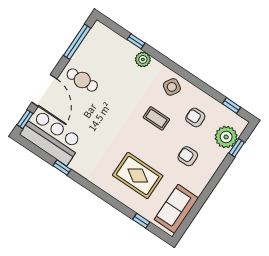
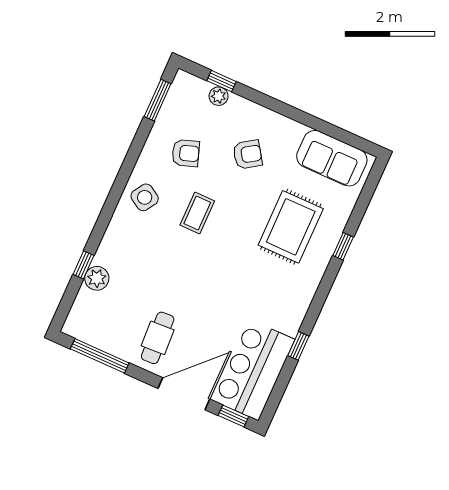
plant: (143, 59) -> (97, 278), moved
window: (232, 106) -> (158, 100), width x1.50
armchair: (195, 117) -> (186, 153), turned -109
plant: (226, 137) -> (219, 96), width x0.53, depth x0.53
armchair: (188, 156) -> (248, 154), turned -124
window: (141, 221) -> (343, 246), moved

